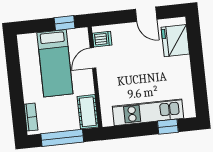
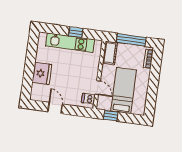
fridge: (175, 41) -> (42, 73), moved
door: (93, 58) -> (98, 88), hinge flipped
window: (168, 127) -> (76, 32), moved

